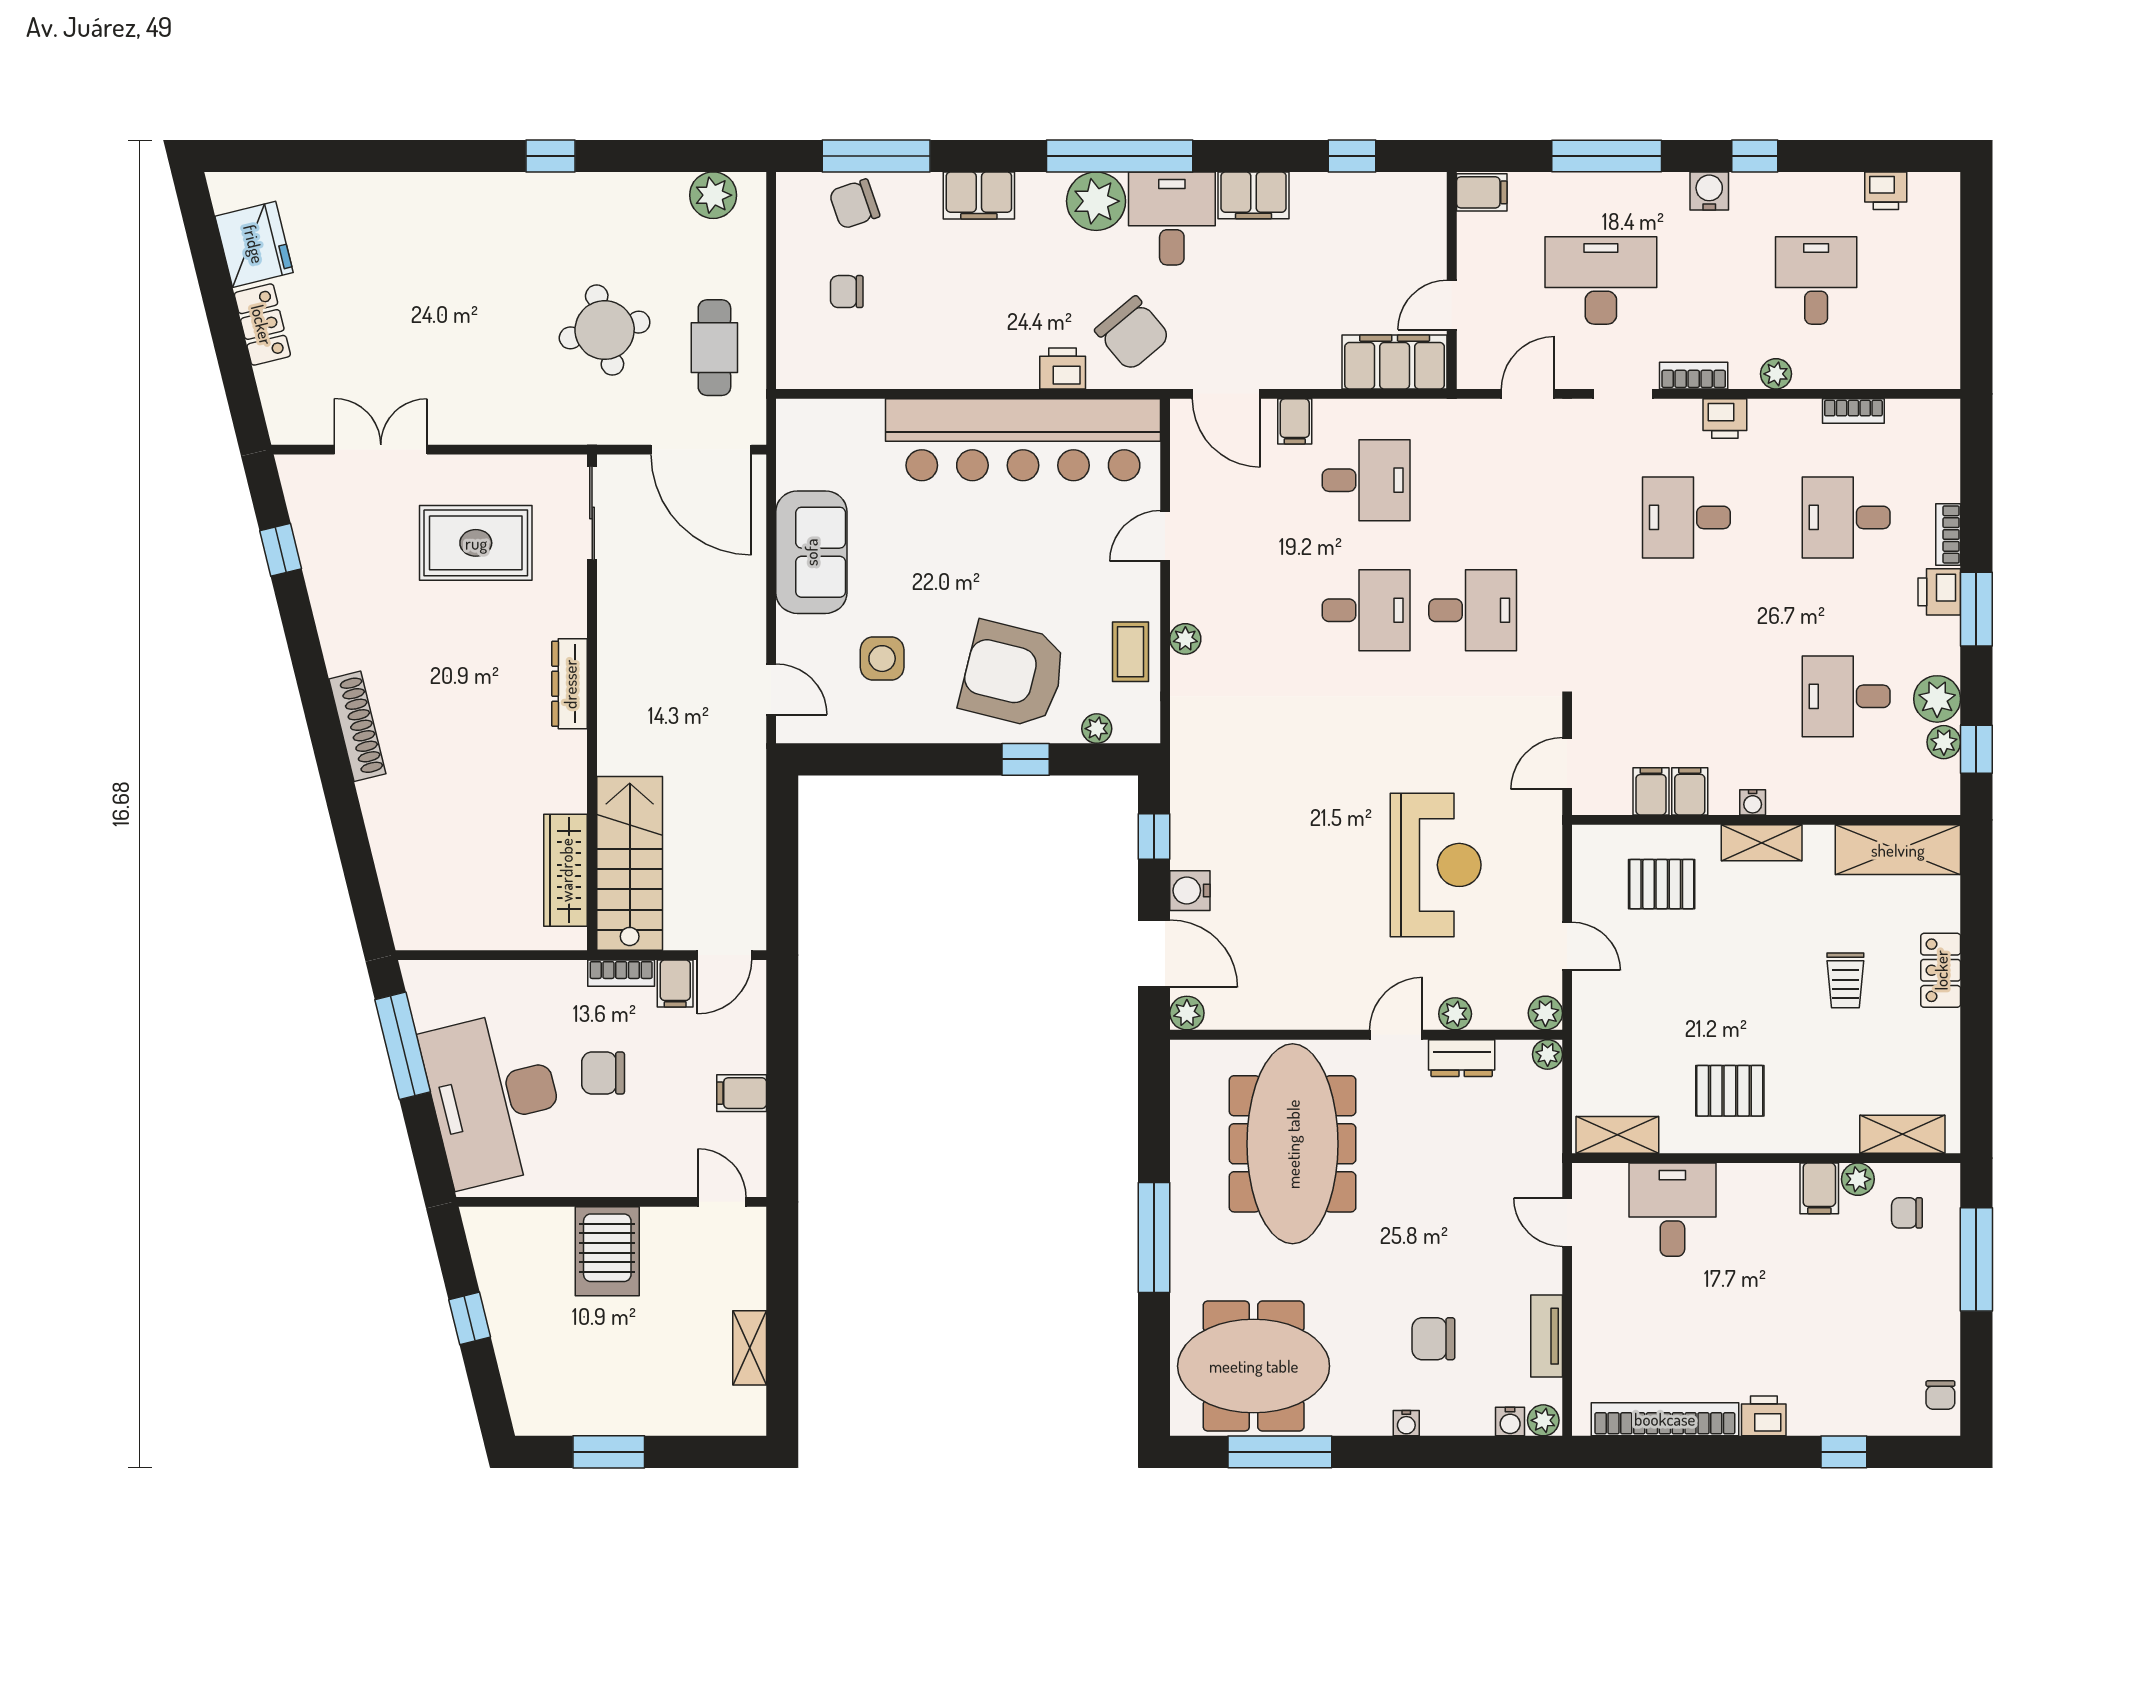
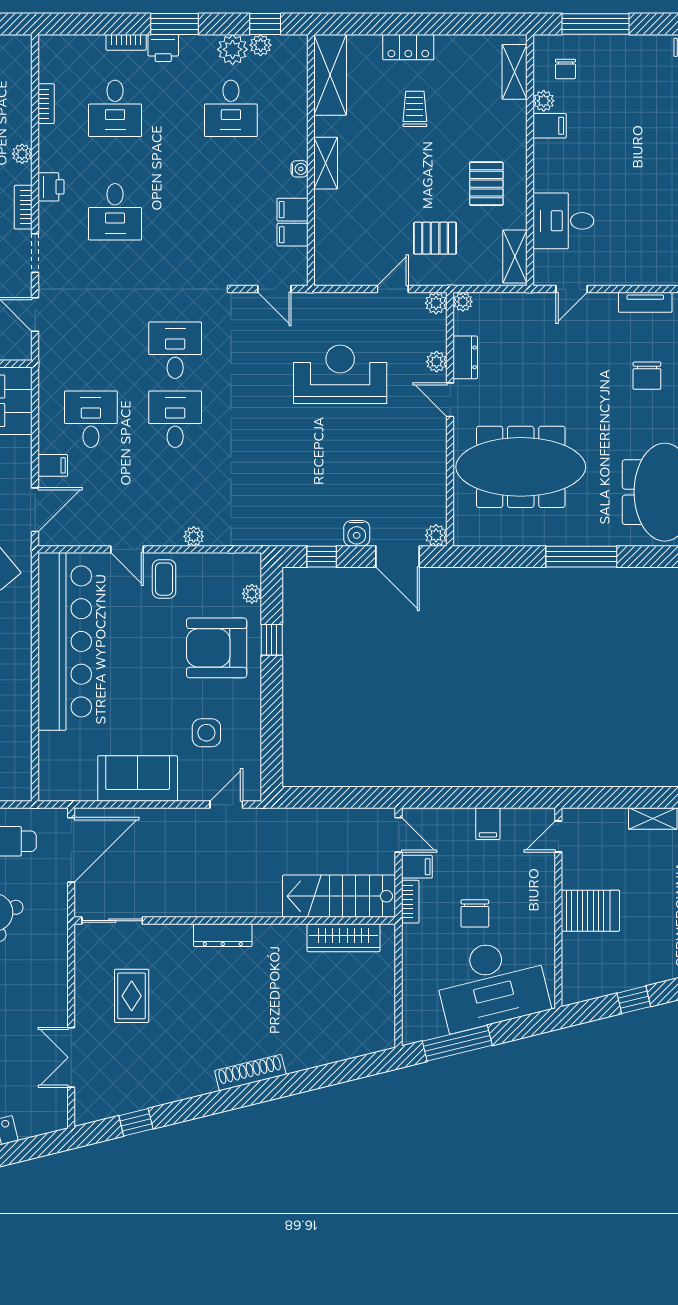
printer: (1063, 369) -> (19, 616), removed
rug: (476, 543) -> (132, 996), width x0.73, depth x0.70
coffee table: (1130, 652) -> (164, 579), moved, turned 90
armchair: (1013, 674) -> (217, 648), turned 76
pallet: (1662, 884) -> (435, 238), moved, turned 90
door: (1154, 954) -> (398, 557), swing flipped
trolley: (1845, 980) -> (415, 109), turned -90

